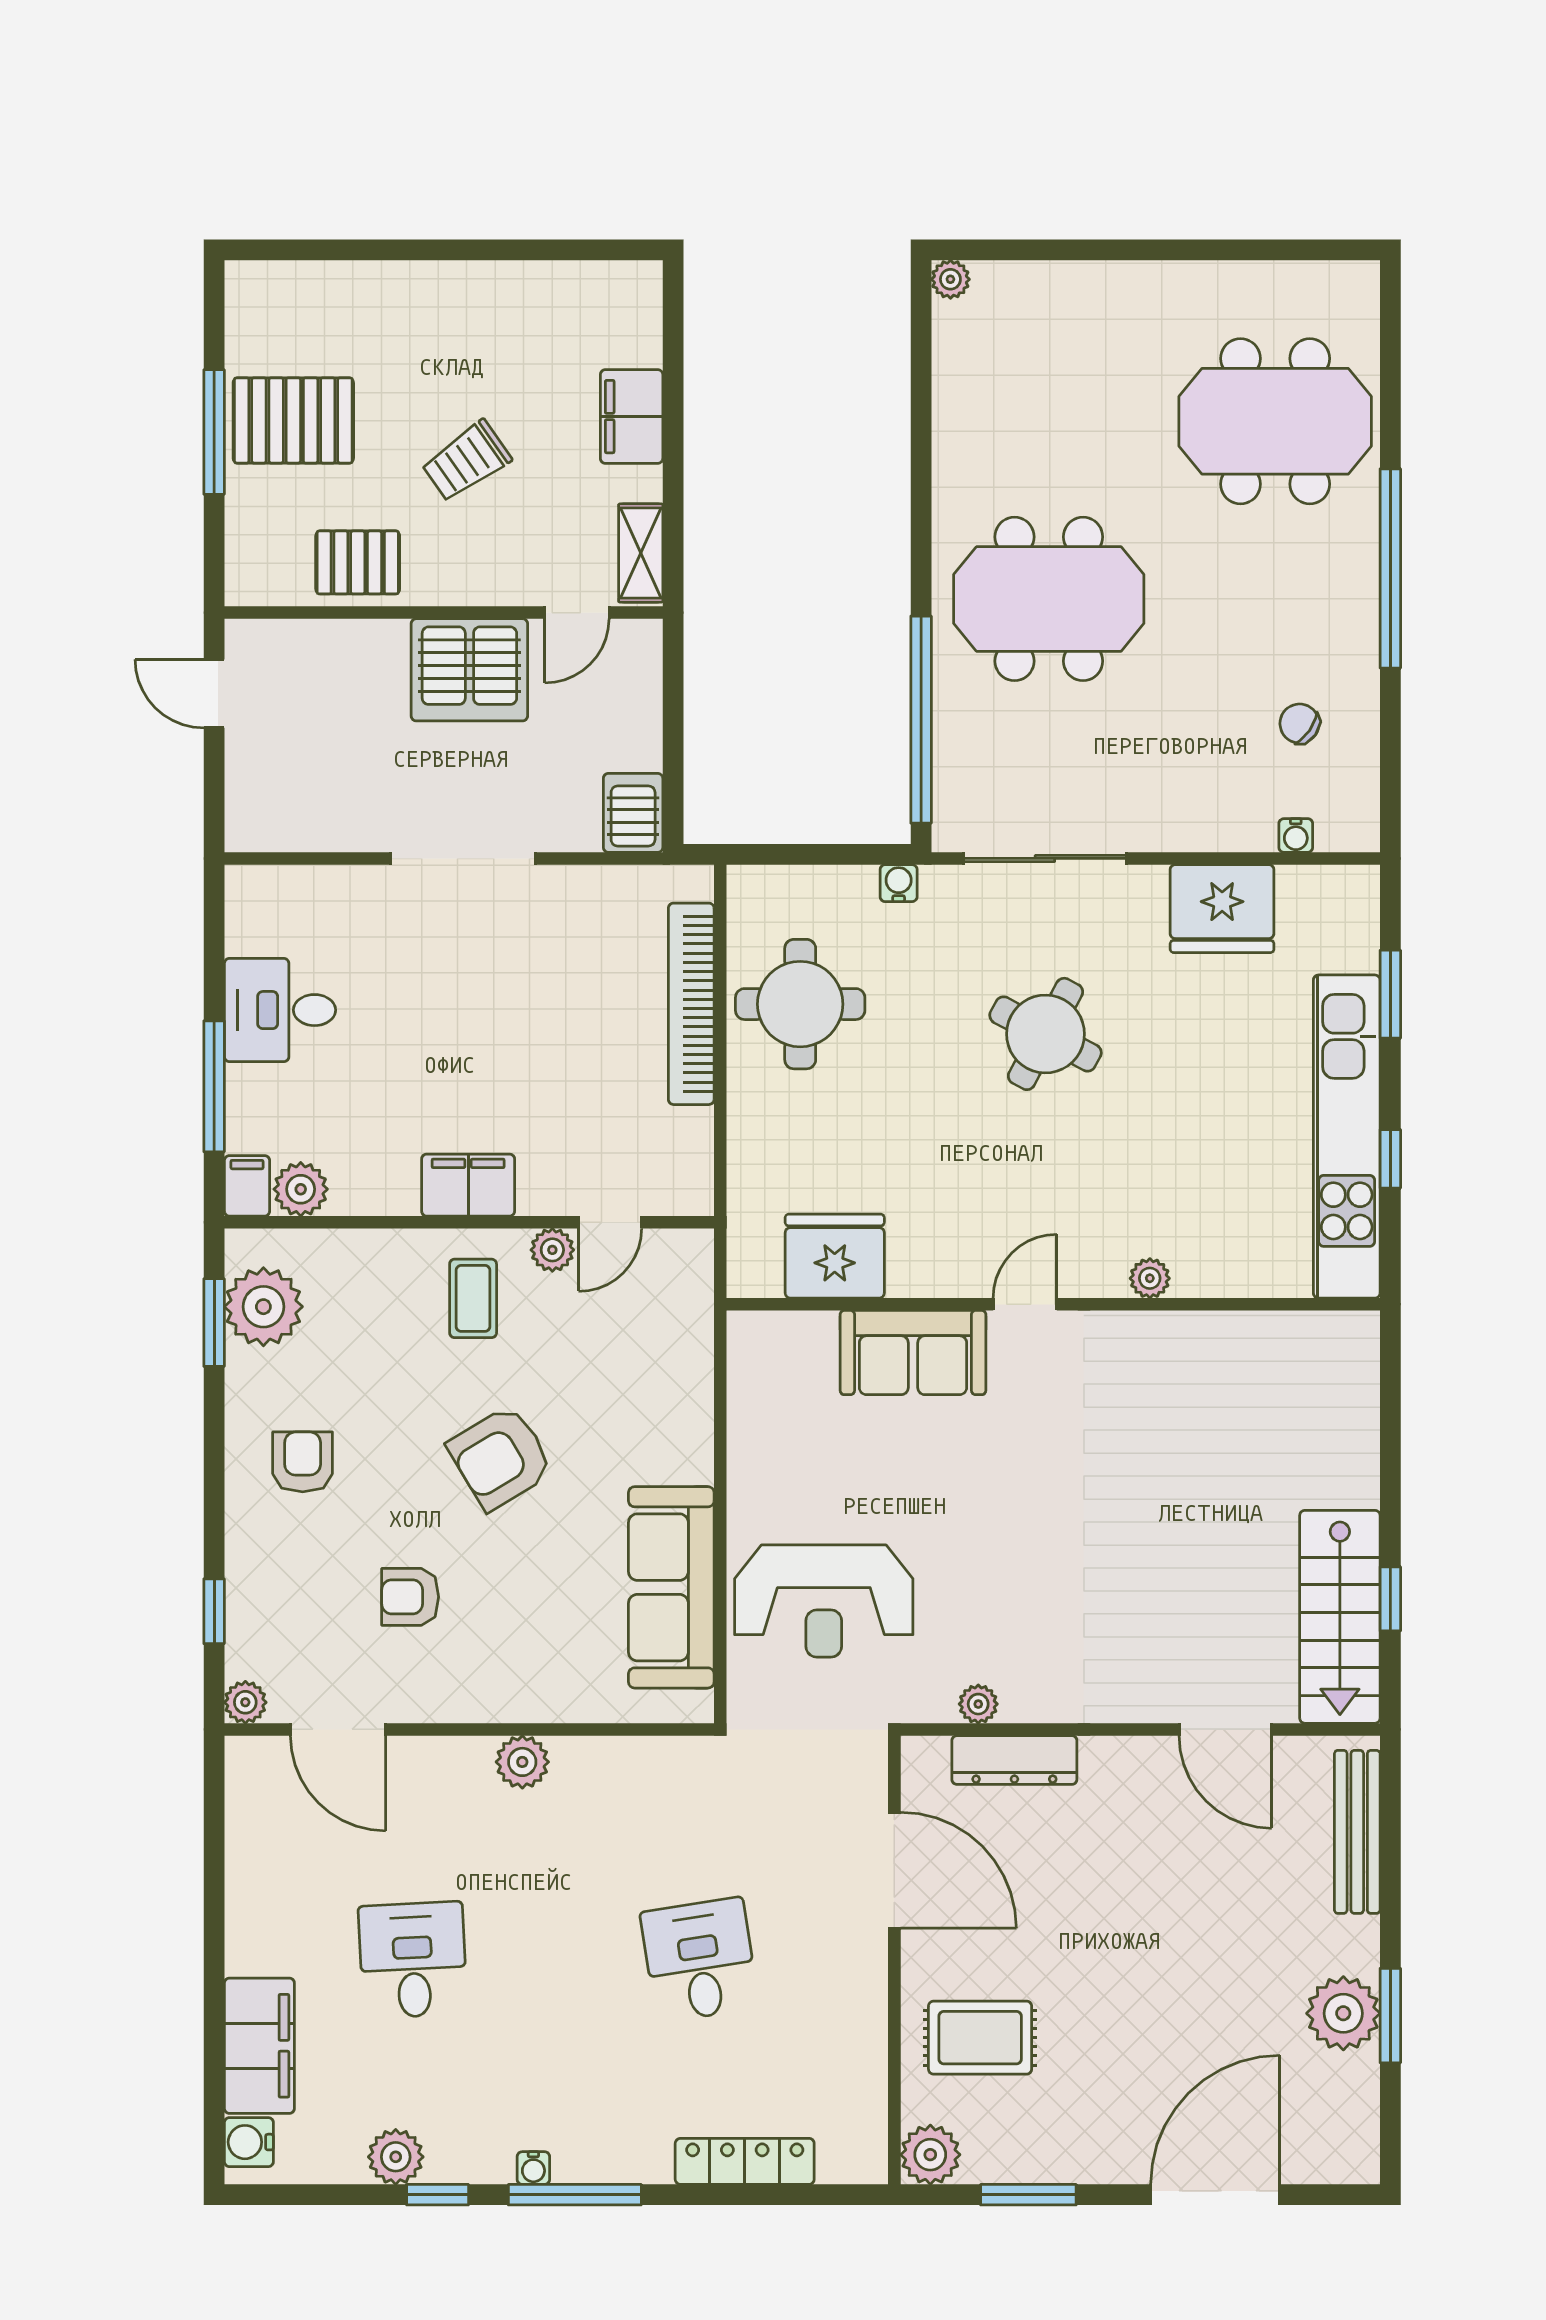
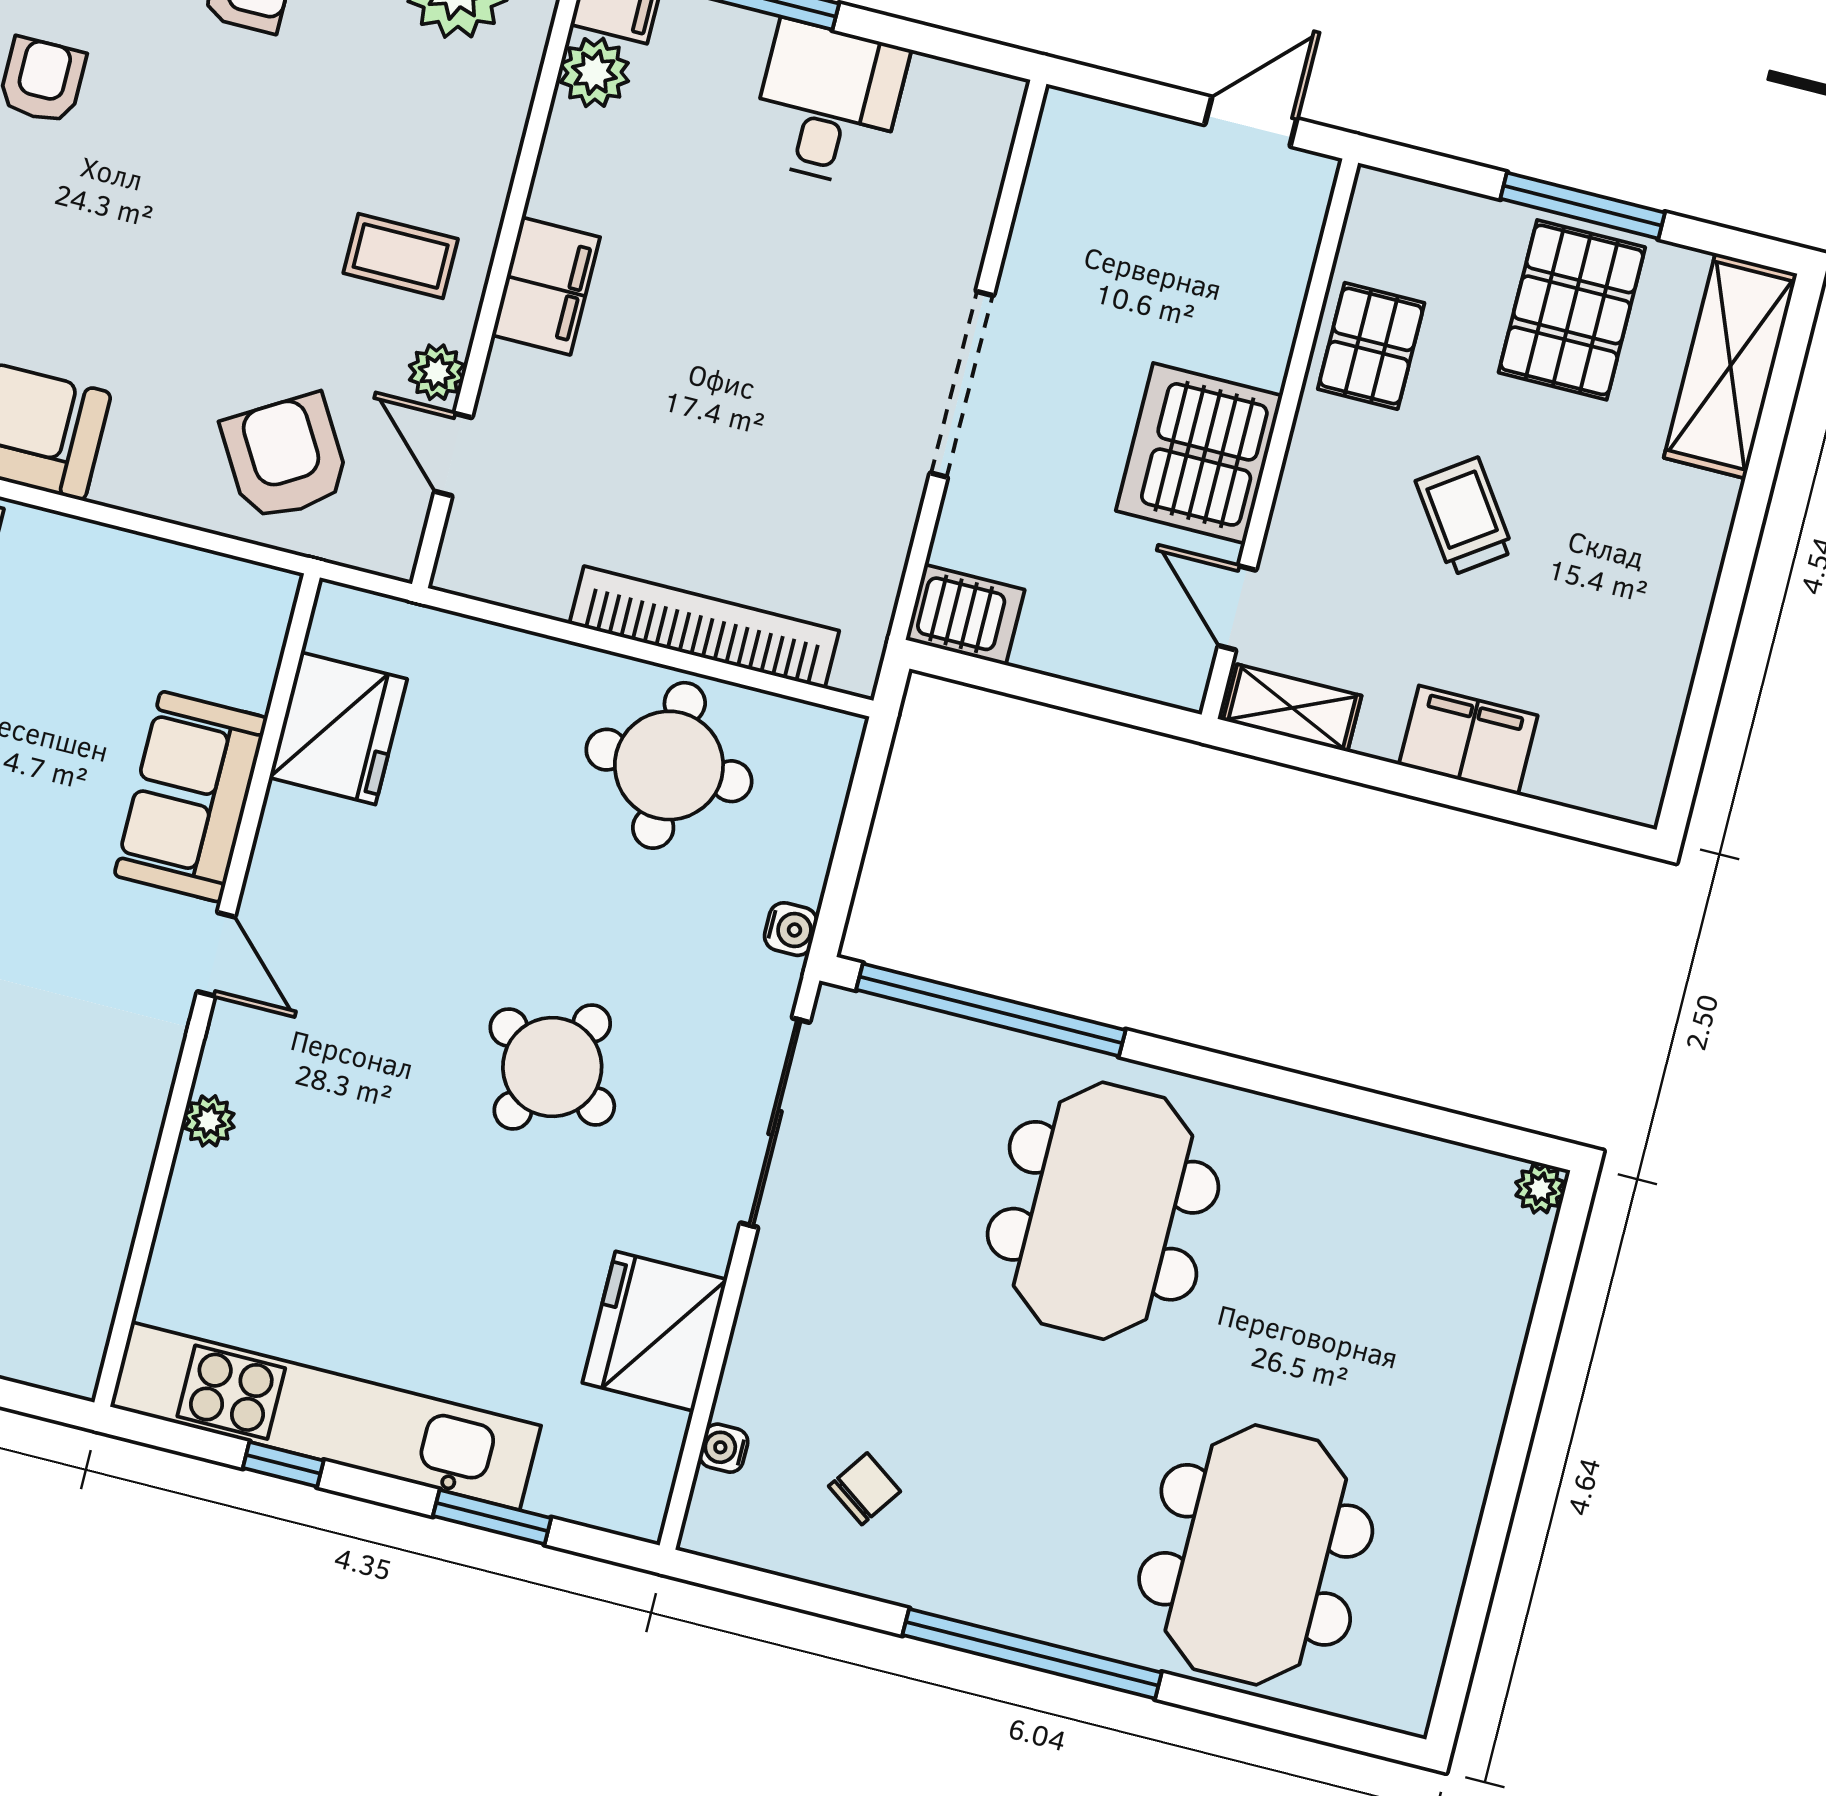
shelving: (305, 292) -> (1731, 366), added
armchair: (501, 1458) -> (285, 457), moved

